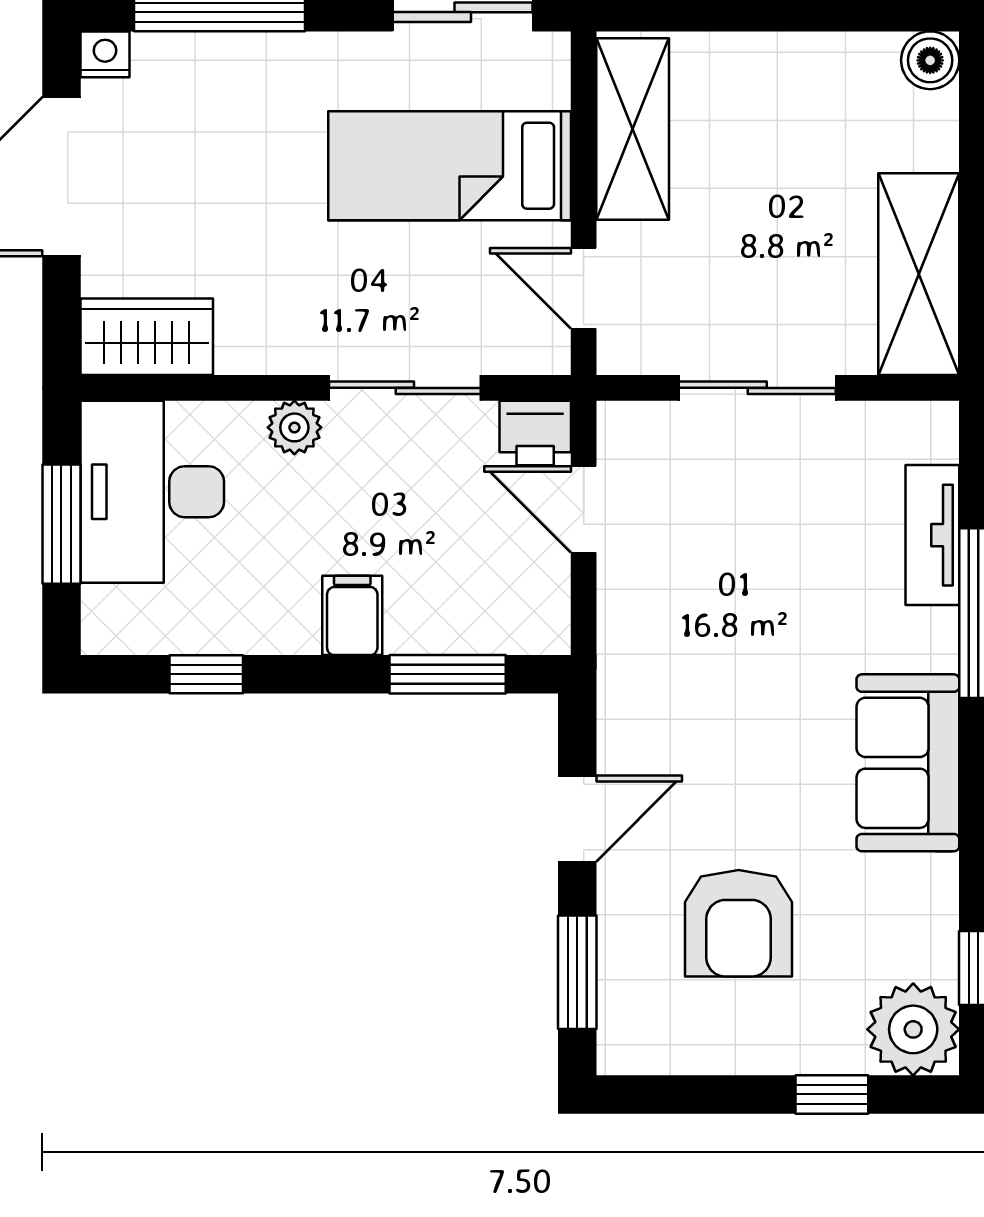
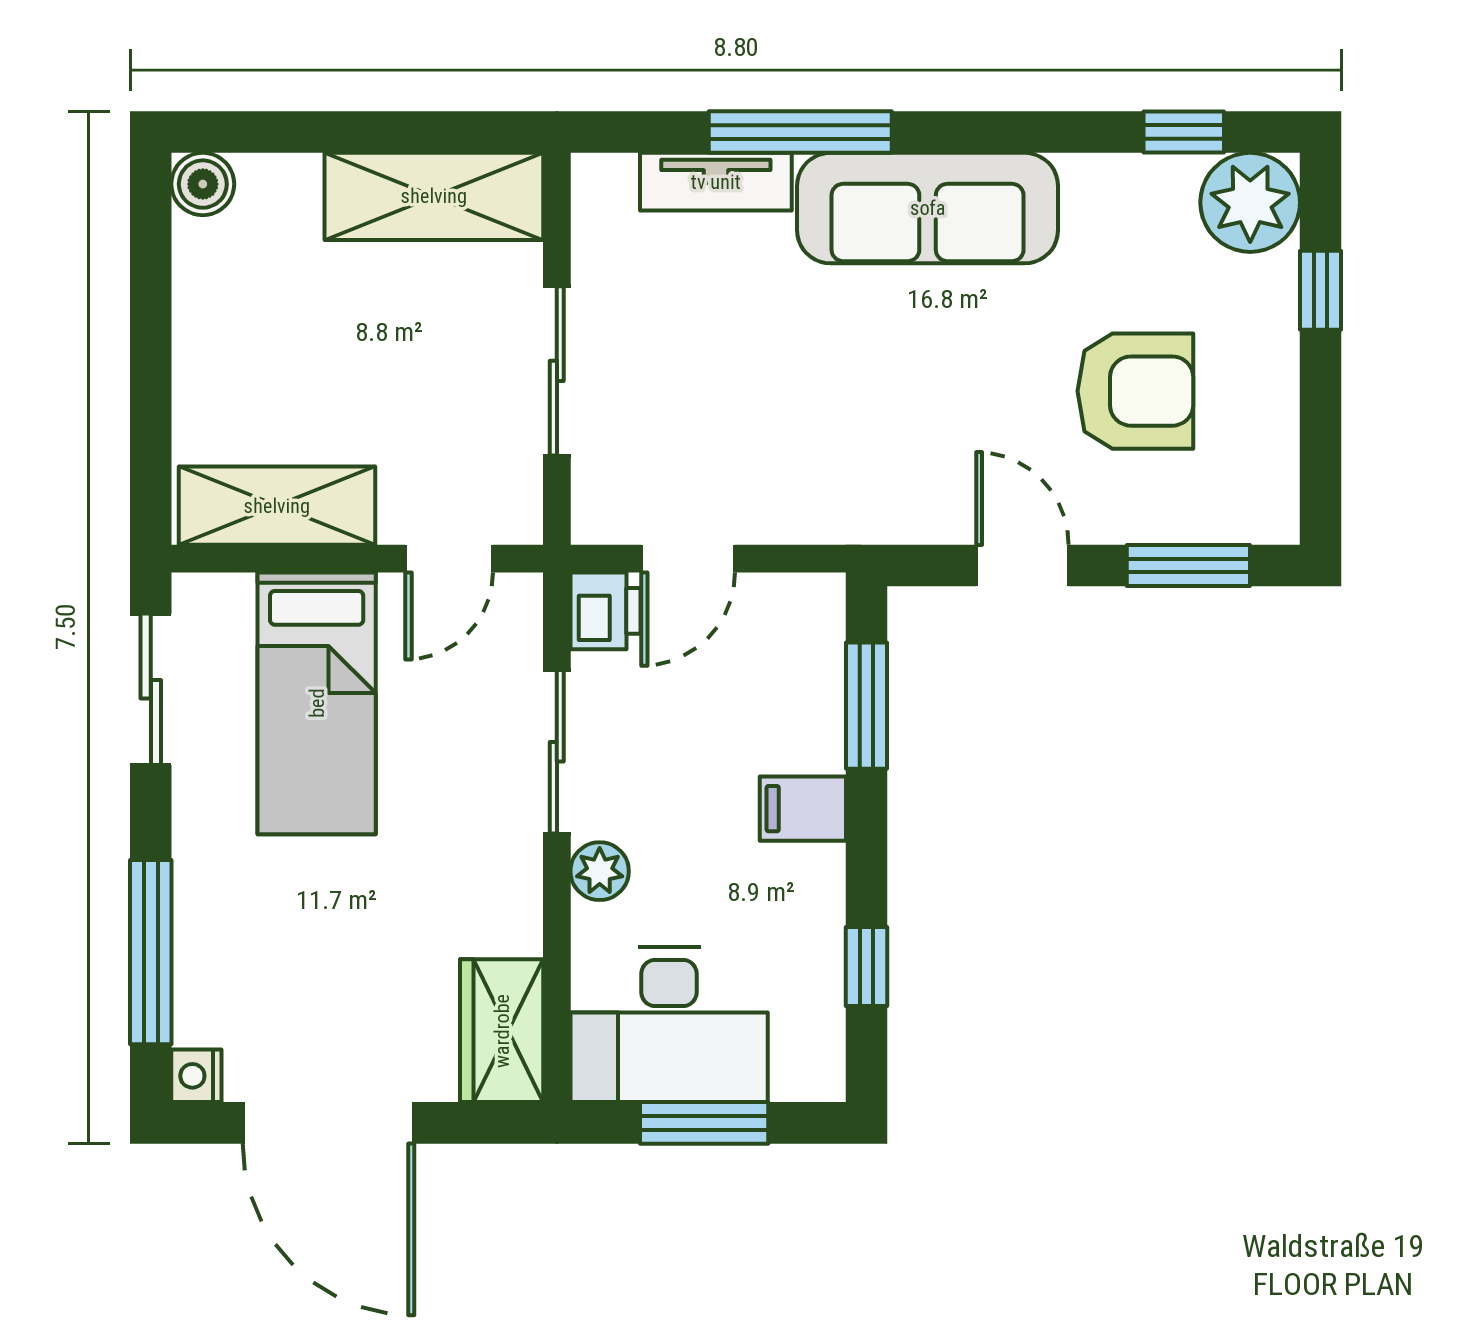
sofa: (908, 763) -> (928, 208), width x1.36

